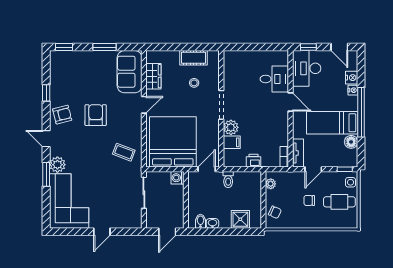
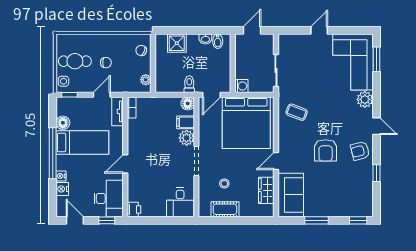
desk: (274, 79) -> (180, 202), moved, turned -90
door: (290, 102) -> (125, 164), hinge flipped
floor lamp: (230, 161) -> (188, 103), added
printer: (254, 161) -> (134, 209), moved, turned -90
window: (46, 174) -> (376, 59), moved

